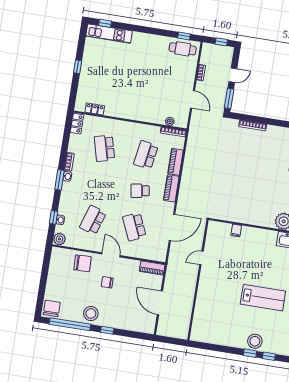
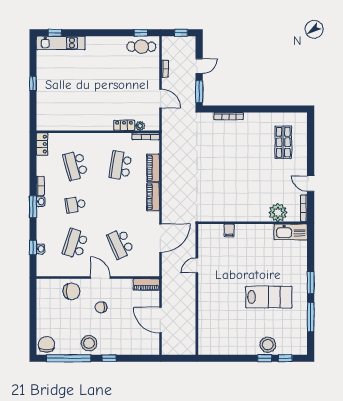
locker: (95, 109) -> (124, 125), moved
school desk: (140, 191) -> (75, 205), moved
plant: (59, 239) -> (43, 269), removed

